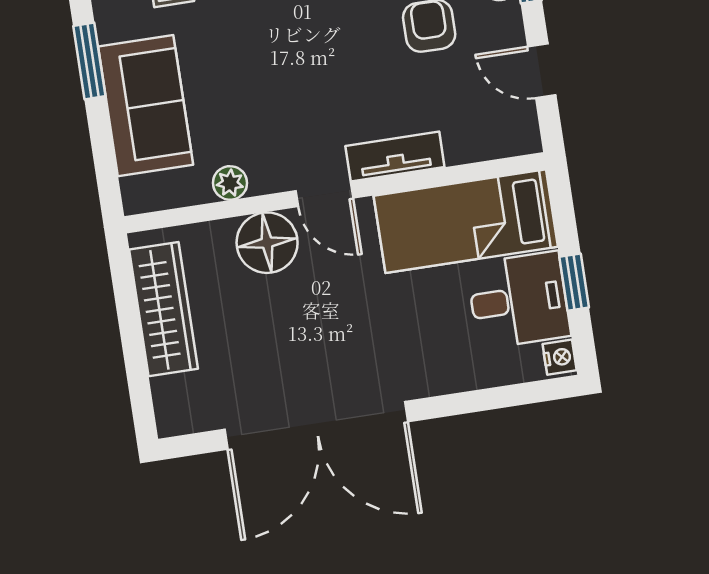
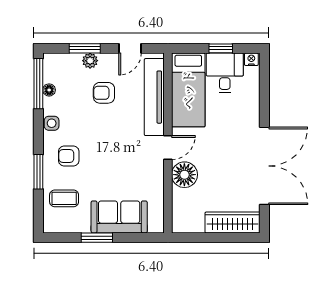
tv unit: (395, 157) -> (154, 97), width x1.92, depth x1.29
plant: (230, 183) -> (157, 186), removed
wardrobe: (163, 309) -> (232, 223), moved

